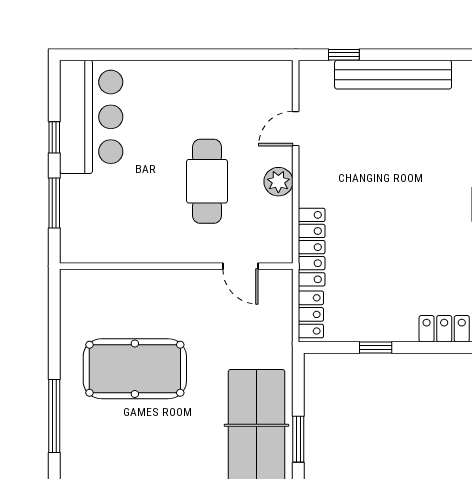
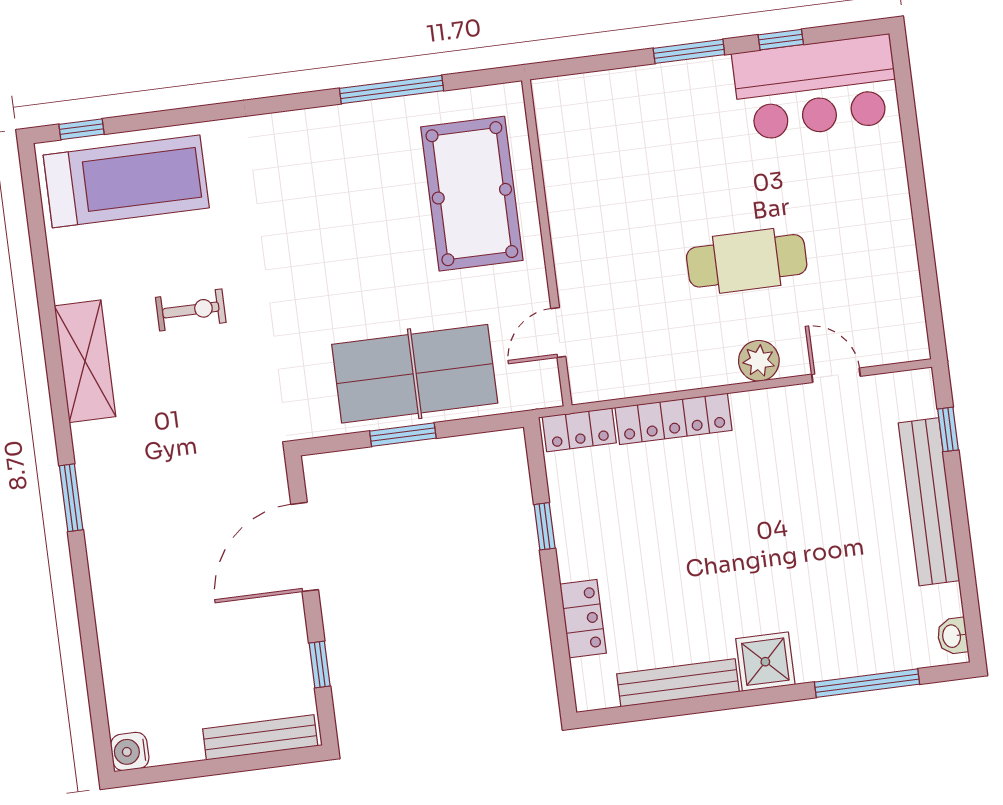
wall: (176, 266) -> (547, 243), moved
door: (240, 266) -> (558, 332), moved

